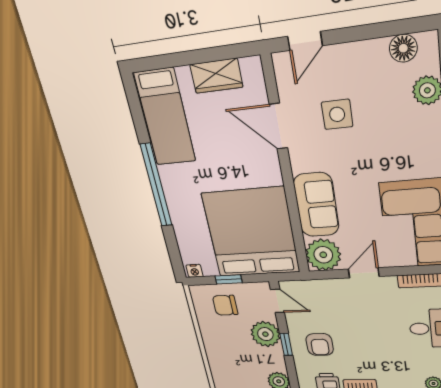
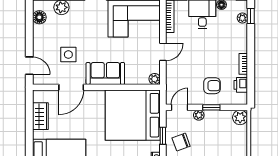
sofa: (316, 205) -> (105, 73), moved
plant: (323, 255) -> (155, 79), width x0.53, depth x0.53
door: (364, 273) -> (163, 52), swing flipped
chair: (225, 305) -> (181, 142), turned 70
plant: (265, 334) -> (199, 115), width x0.53, depth x0.53

